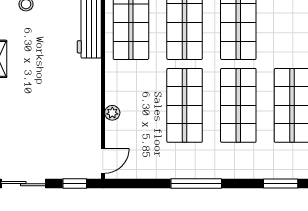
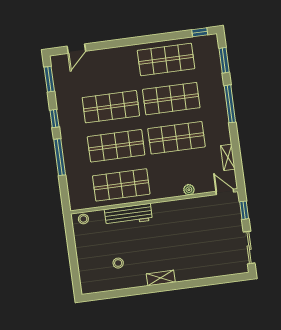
shelving: (149, 171) -> (228, 157), added
window: (196, 184) -> (230, 104), moved

